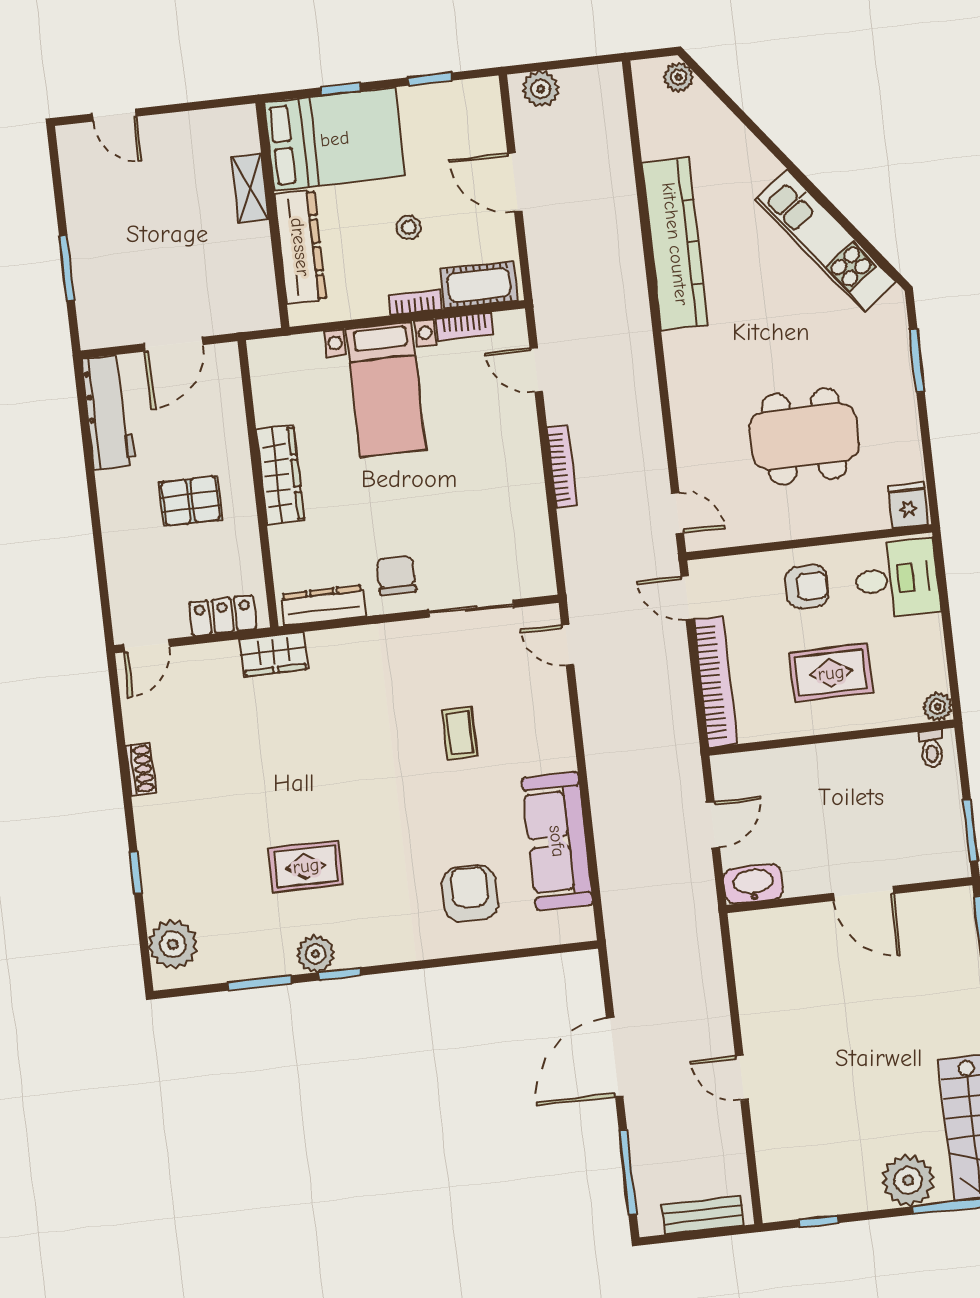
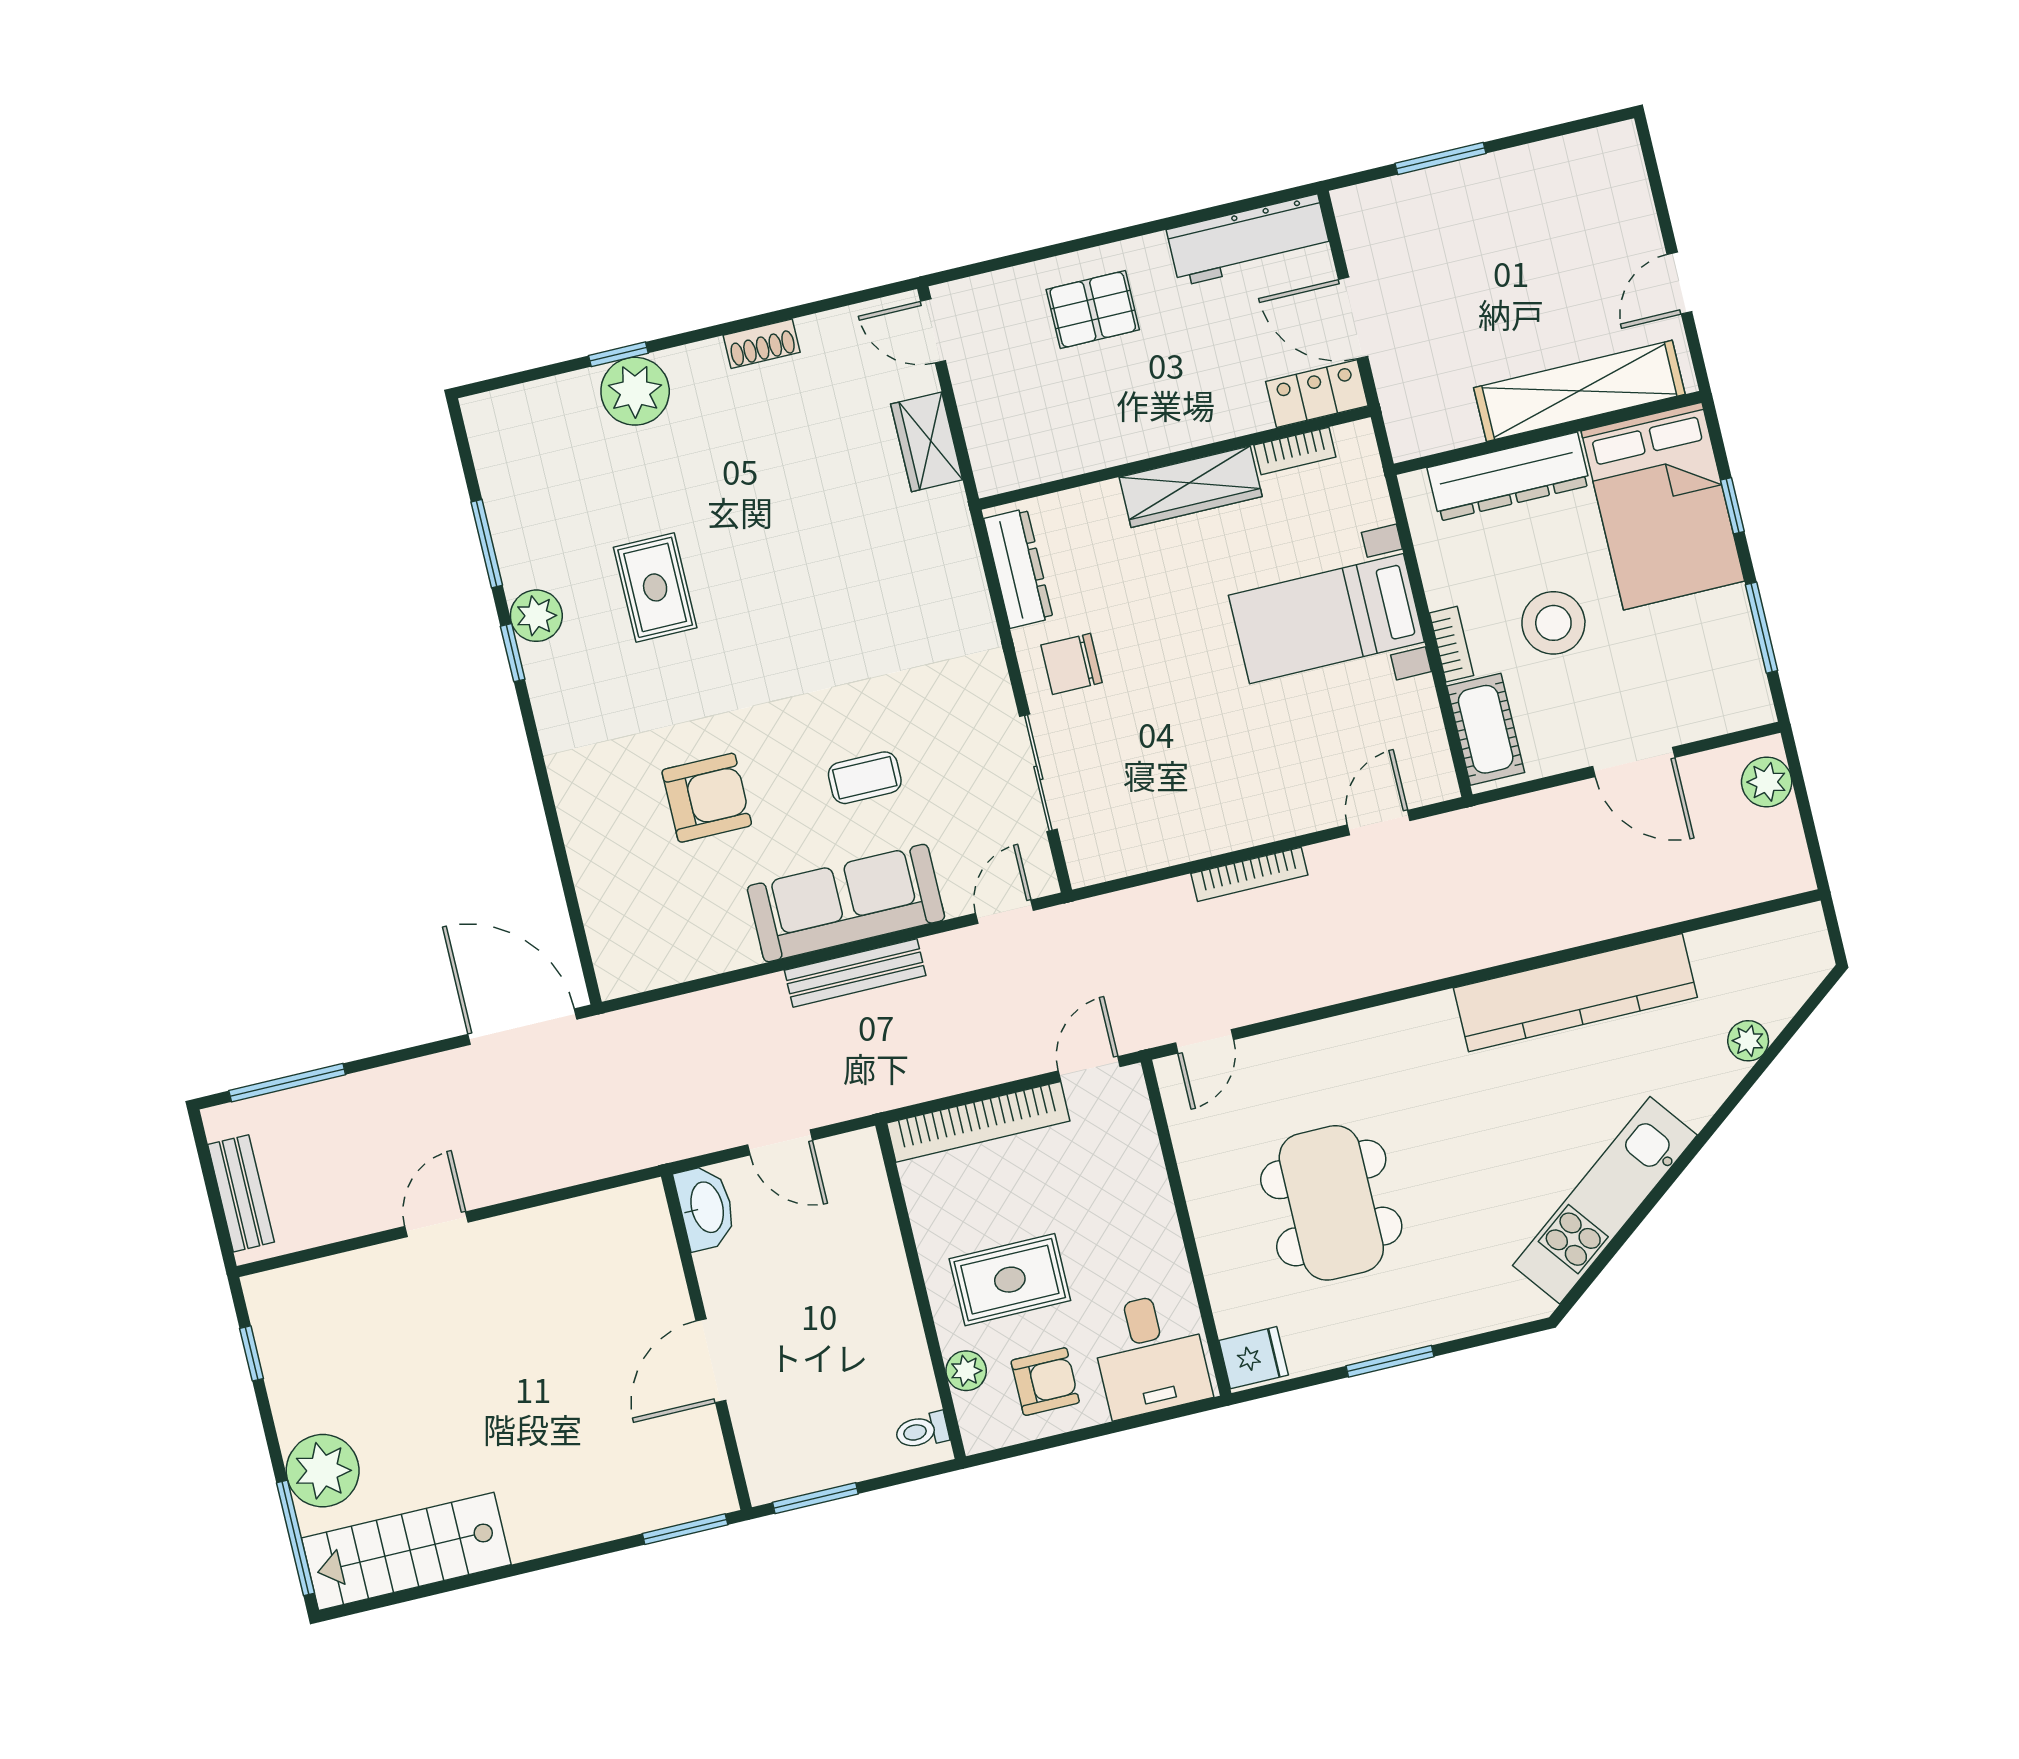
plant: (679, 77) -> (1748, 1041), moved
window: (430, 79) -> (1761, 628), width x1.50
door: (114, 115) -> (1679, 283), moved
door: (515, 182) -> (1634, 762), swing flipped
shelving: (250, 188) -> (1579, 391), width x2.20, depth x1.33
stool: (409, 227) -> (1553, 623), width x1.89, depth x1.89
bookcase: (465, 326) -> (1295, 451), moved, turned -90
window: (917, 361) -> (1390, 1361), moved
pallet: (191, 501) -> (1093, 310), moved, turned 90
chair: (396, 575) -> (1072, 664), turned 180
armchair: (807, 586) -> (1045, 1382), moved, turned -90
locker: (223, 615) -> (1317, 394), moved, turned -90
wardrobe: (274, 654) -> (927, 442), moved
rug: (831, 673) -> (1010, 1280), turned 90
plant: (938, 707) -> (966, 1371), moved
bench: (598, 757) -> (855, 973), added
sofa: (557, 841) -> (846, 903), moved
armchair: (470, 894) -> (707, 798), moved
plant: (173, 944) -> (635, 391), moved
door: (615, 1057) -> (522, 1027), moved

